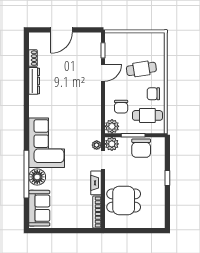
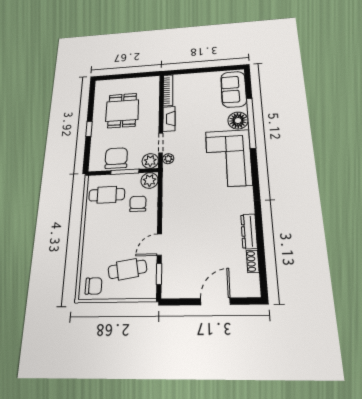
cafe table: (141, 69) -> (127, 269), moved
chair: (153, 94) -> (94, 286), moved
dining table: (124, 200) -> (122, 111), moved, turned 90

